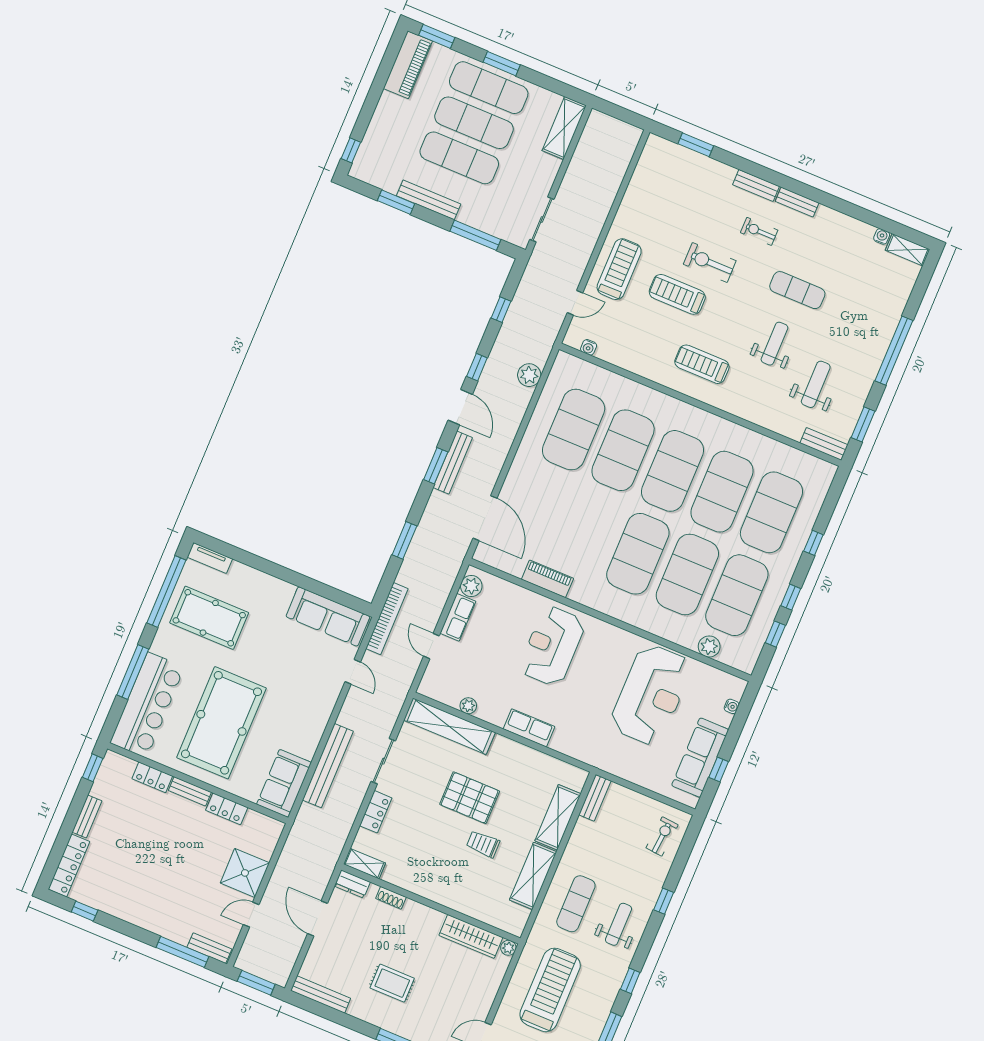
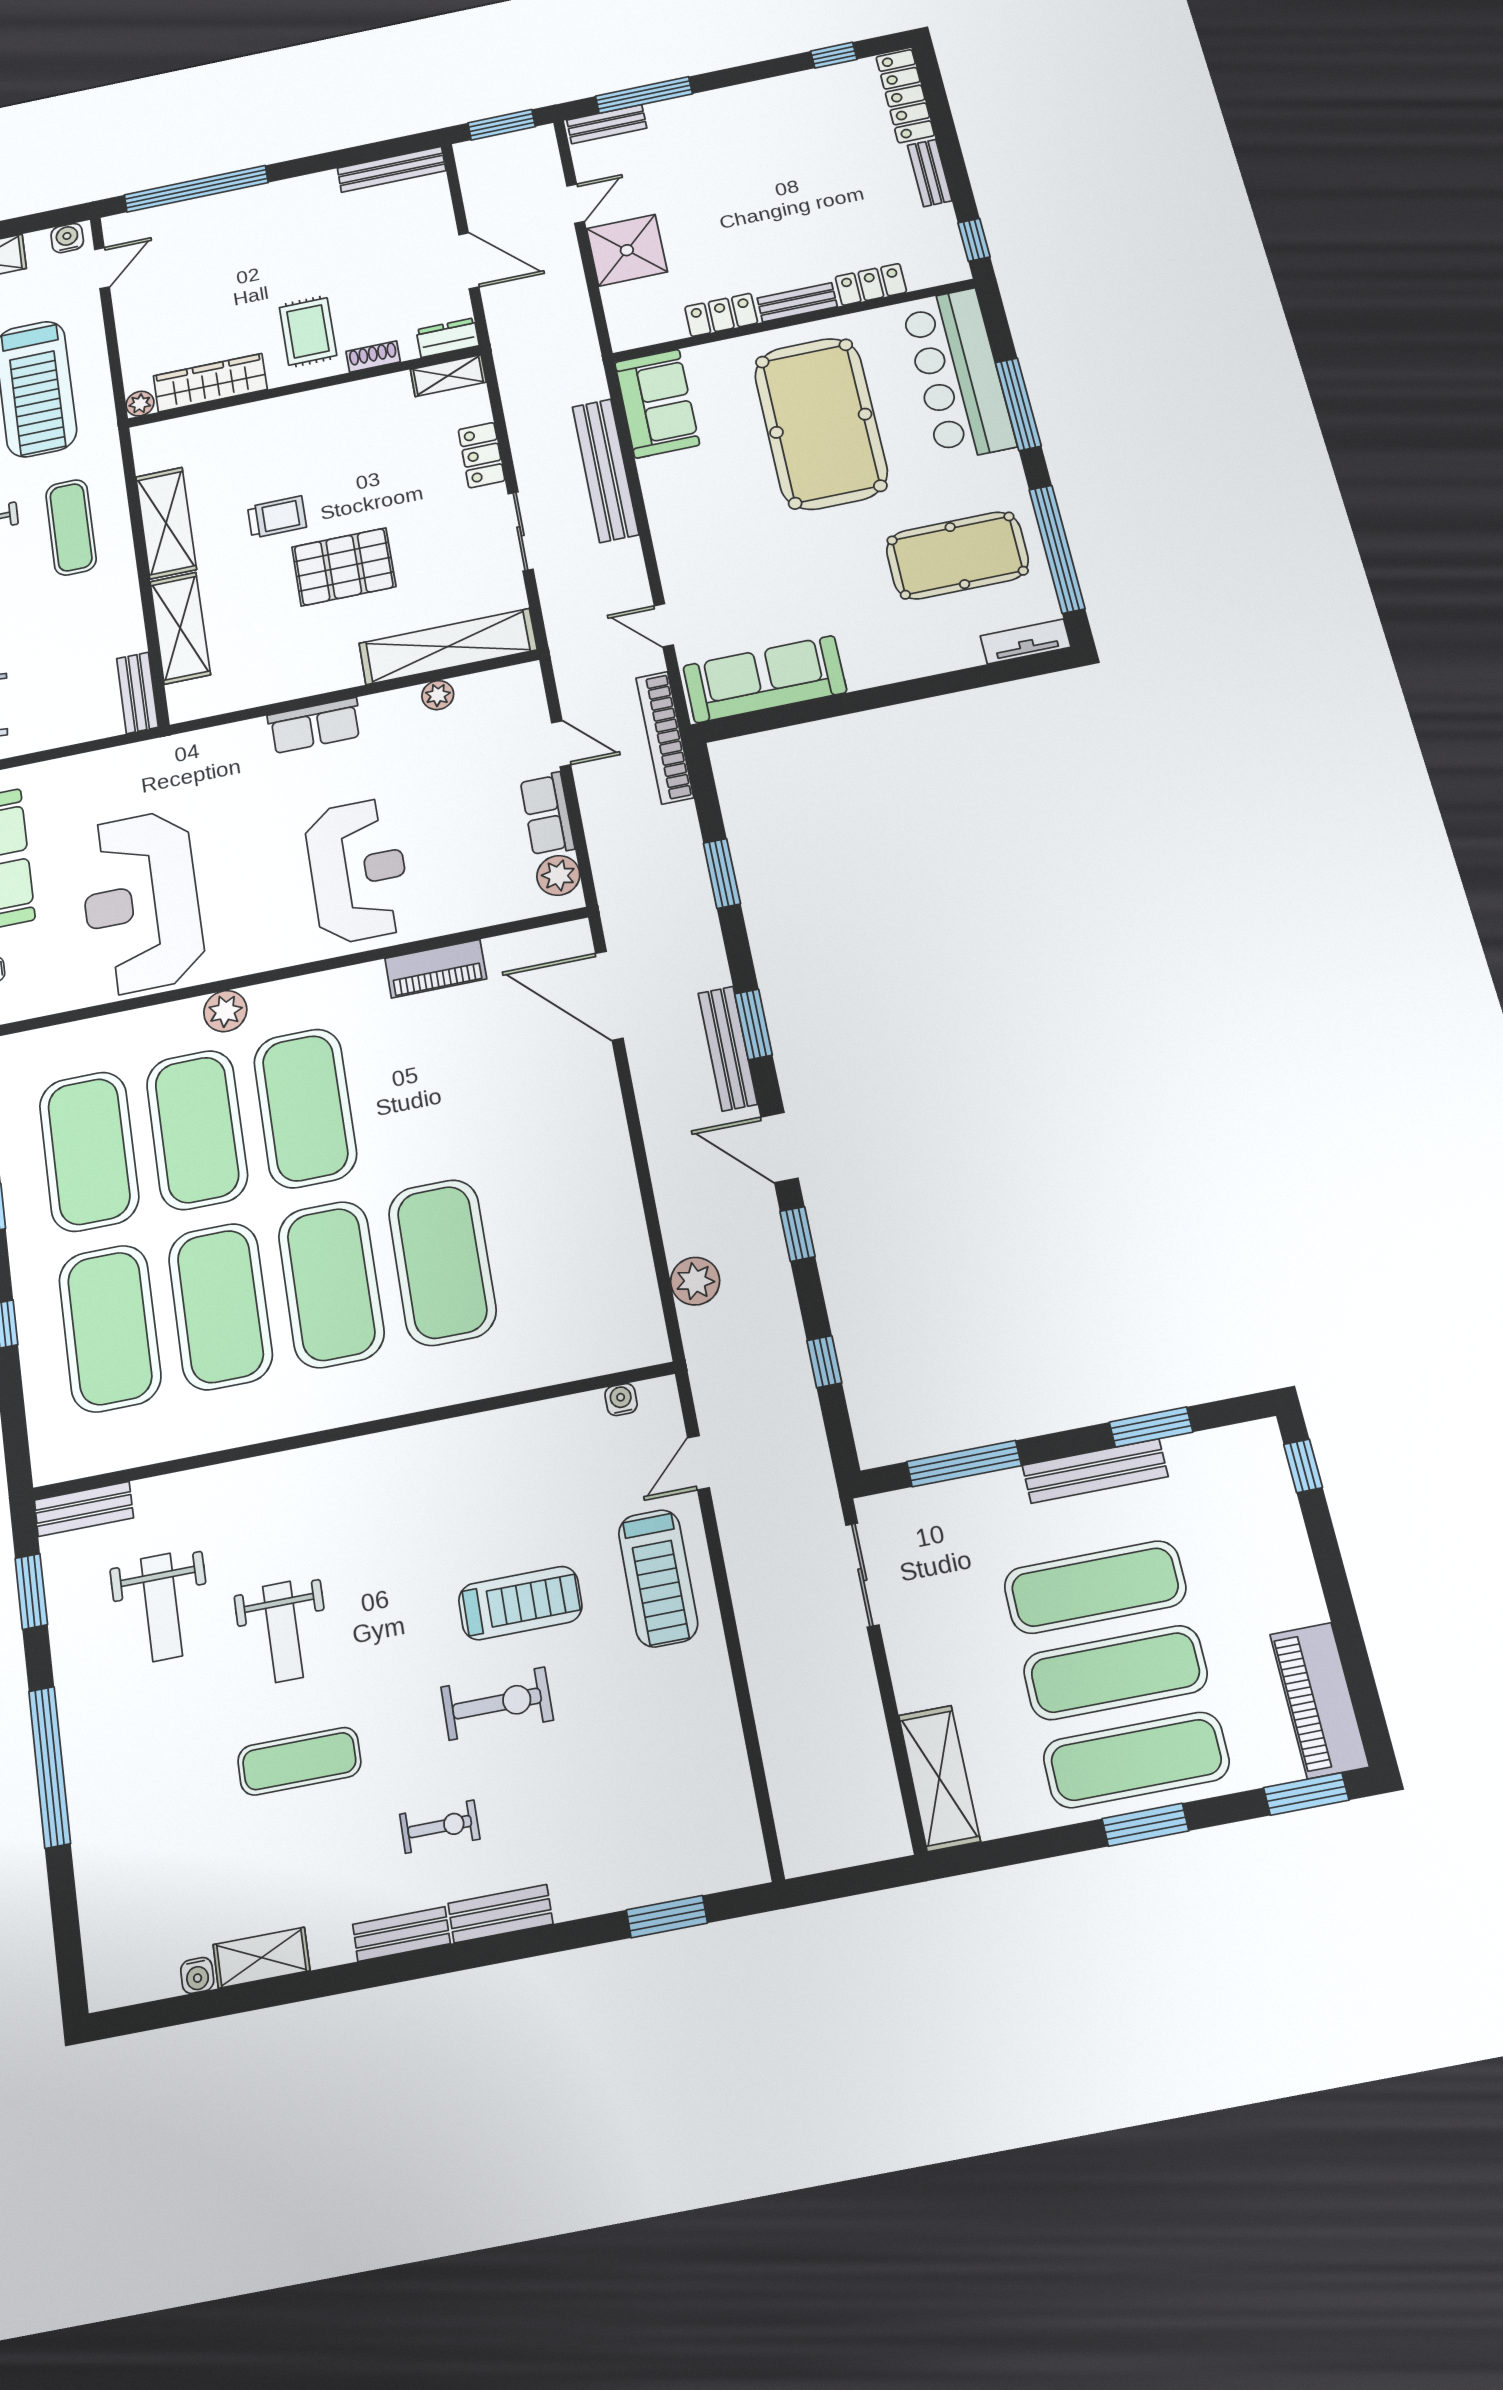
shelving: (908, 250) -> (261, 1958), moved
treadmill: (702, 364) -> (395, 1505), removed
exercise mat: (574, 430) -> (553, 1240), removed
plant: (709, 647) -> (225, 1011), moved
rug: (392, 983) -> (308, 331), moved, turned 90

